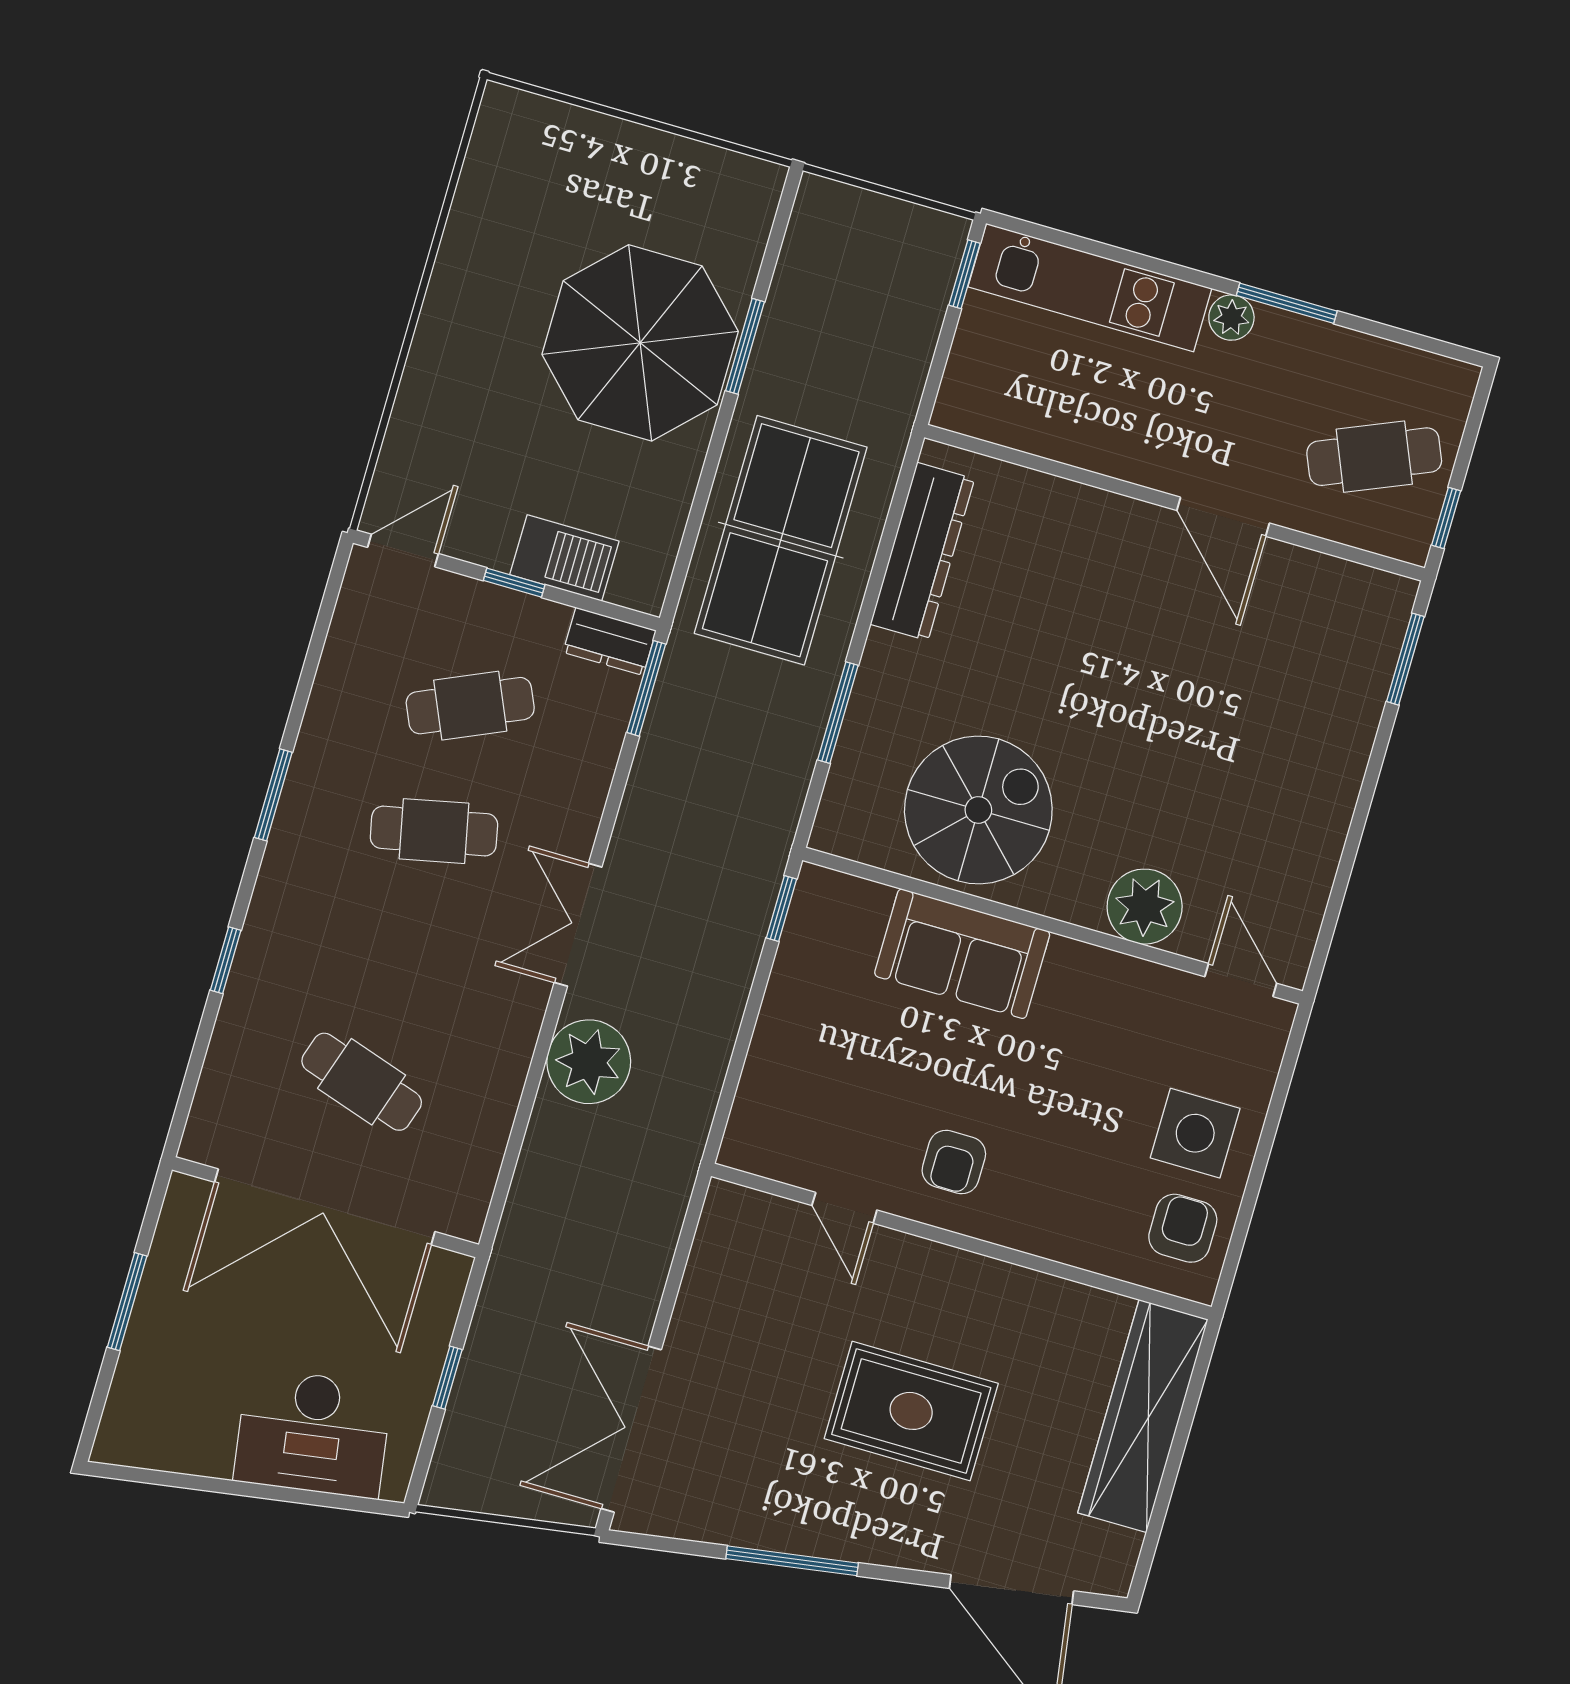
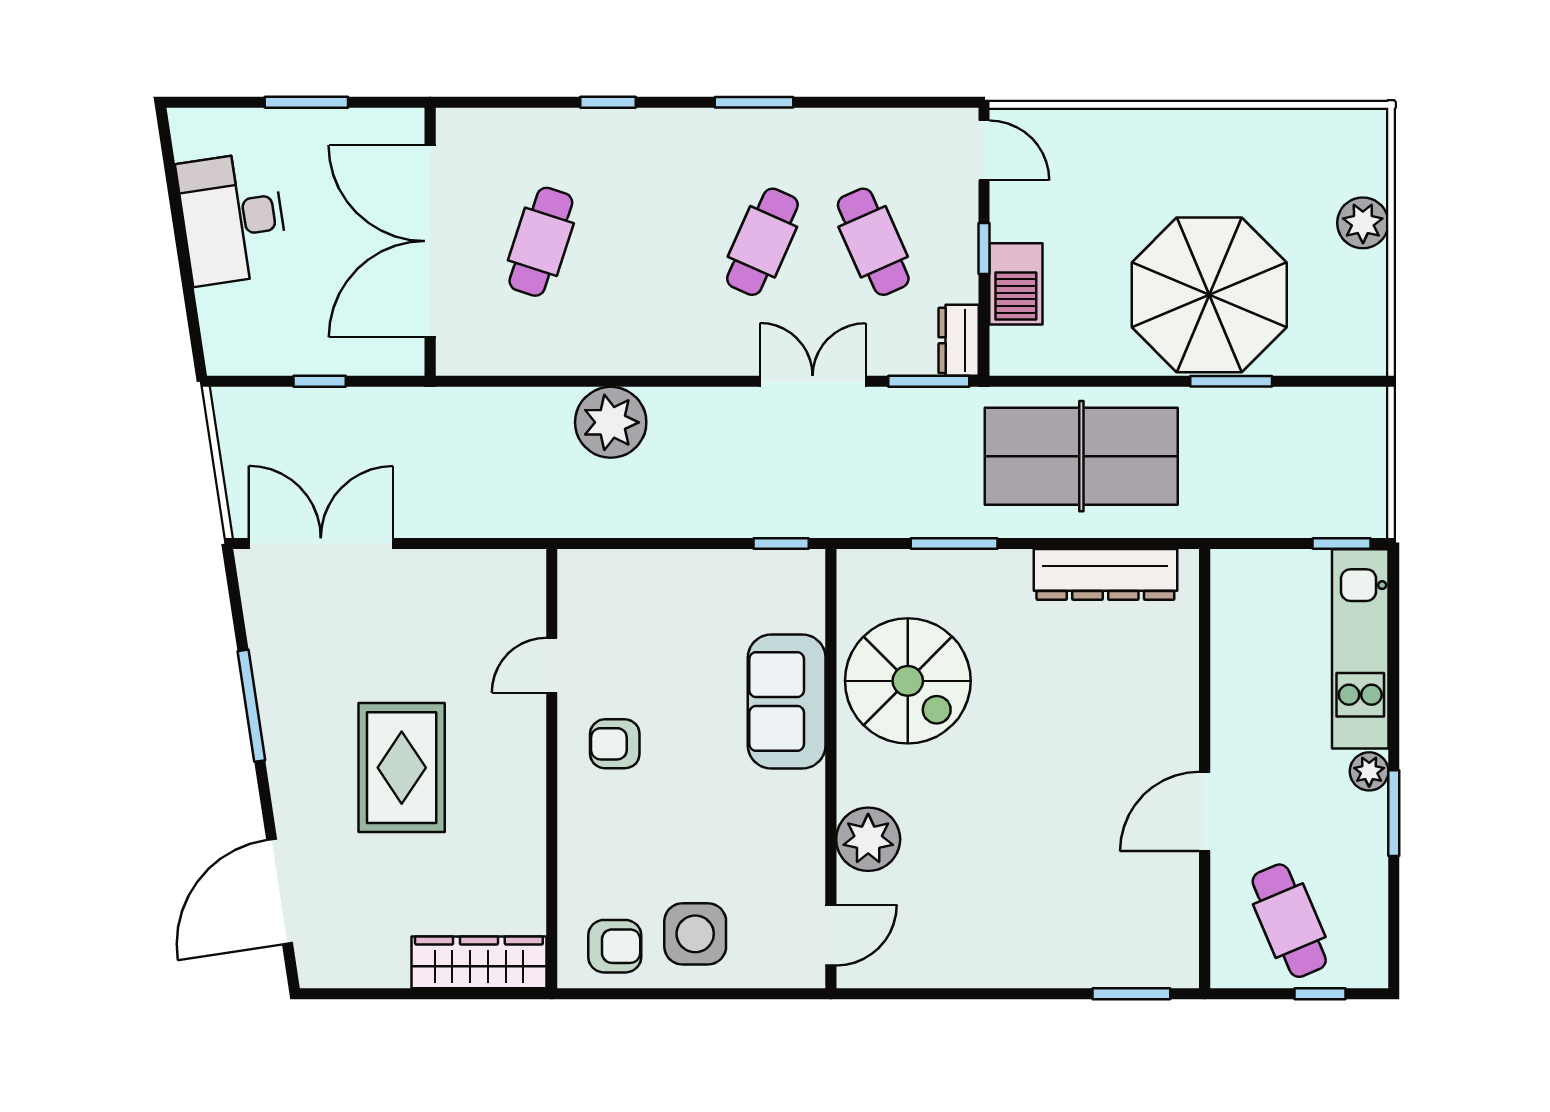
plant: (609, 146) -> (1363, 223), added
window: (1446, 518) -> (1320, 994), moved
cafe table: (434, 831) -> (762, 242), turned 36
double door: (578, 925) -> (813, 381), moved
wardrobe: (1143, 1416) -> (479, 962), width x0.71, depth x0.85
desk: (313, 1433) -> (233, 218), moved

